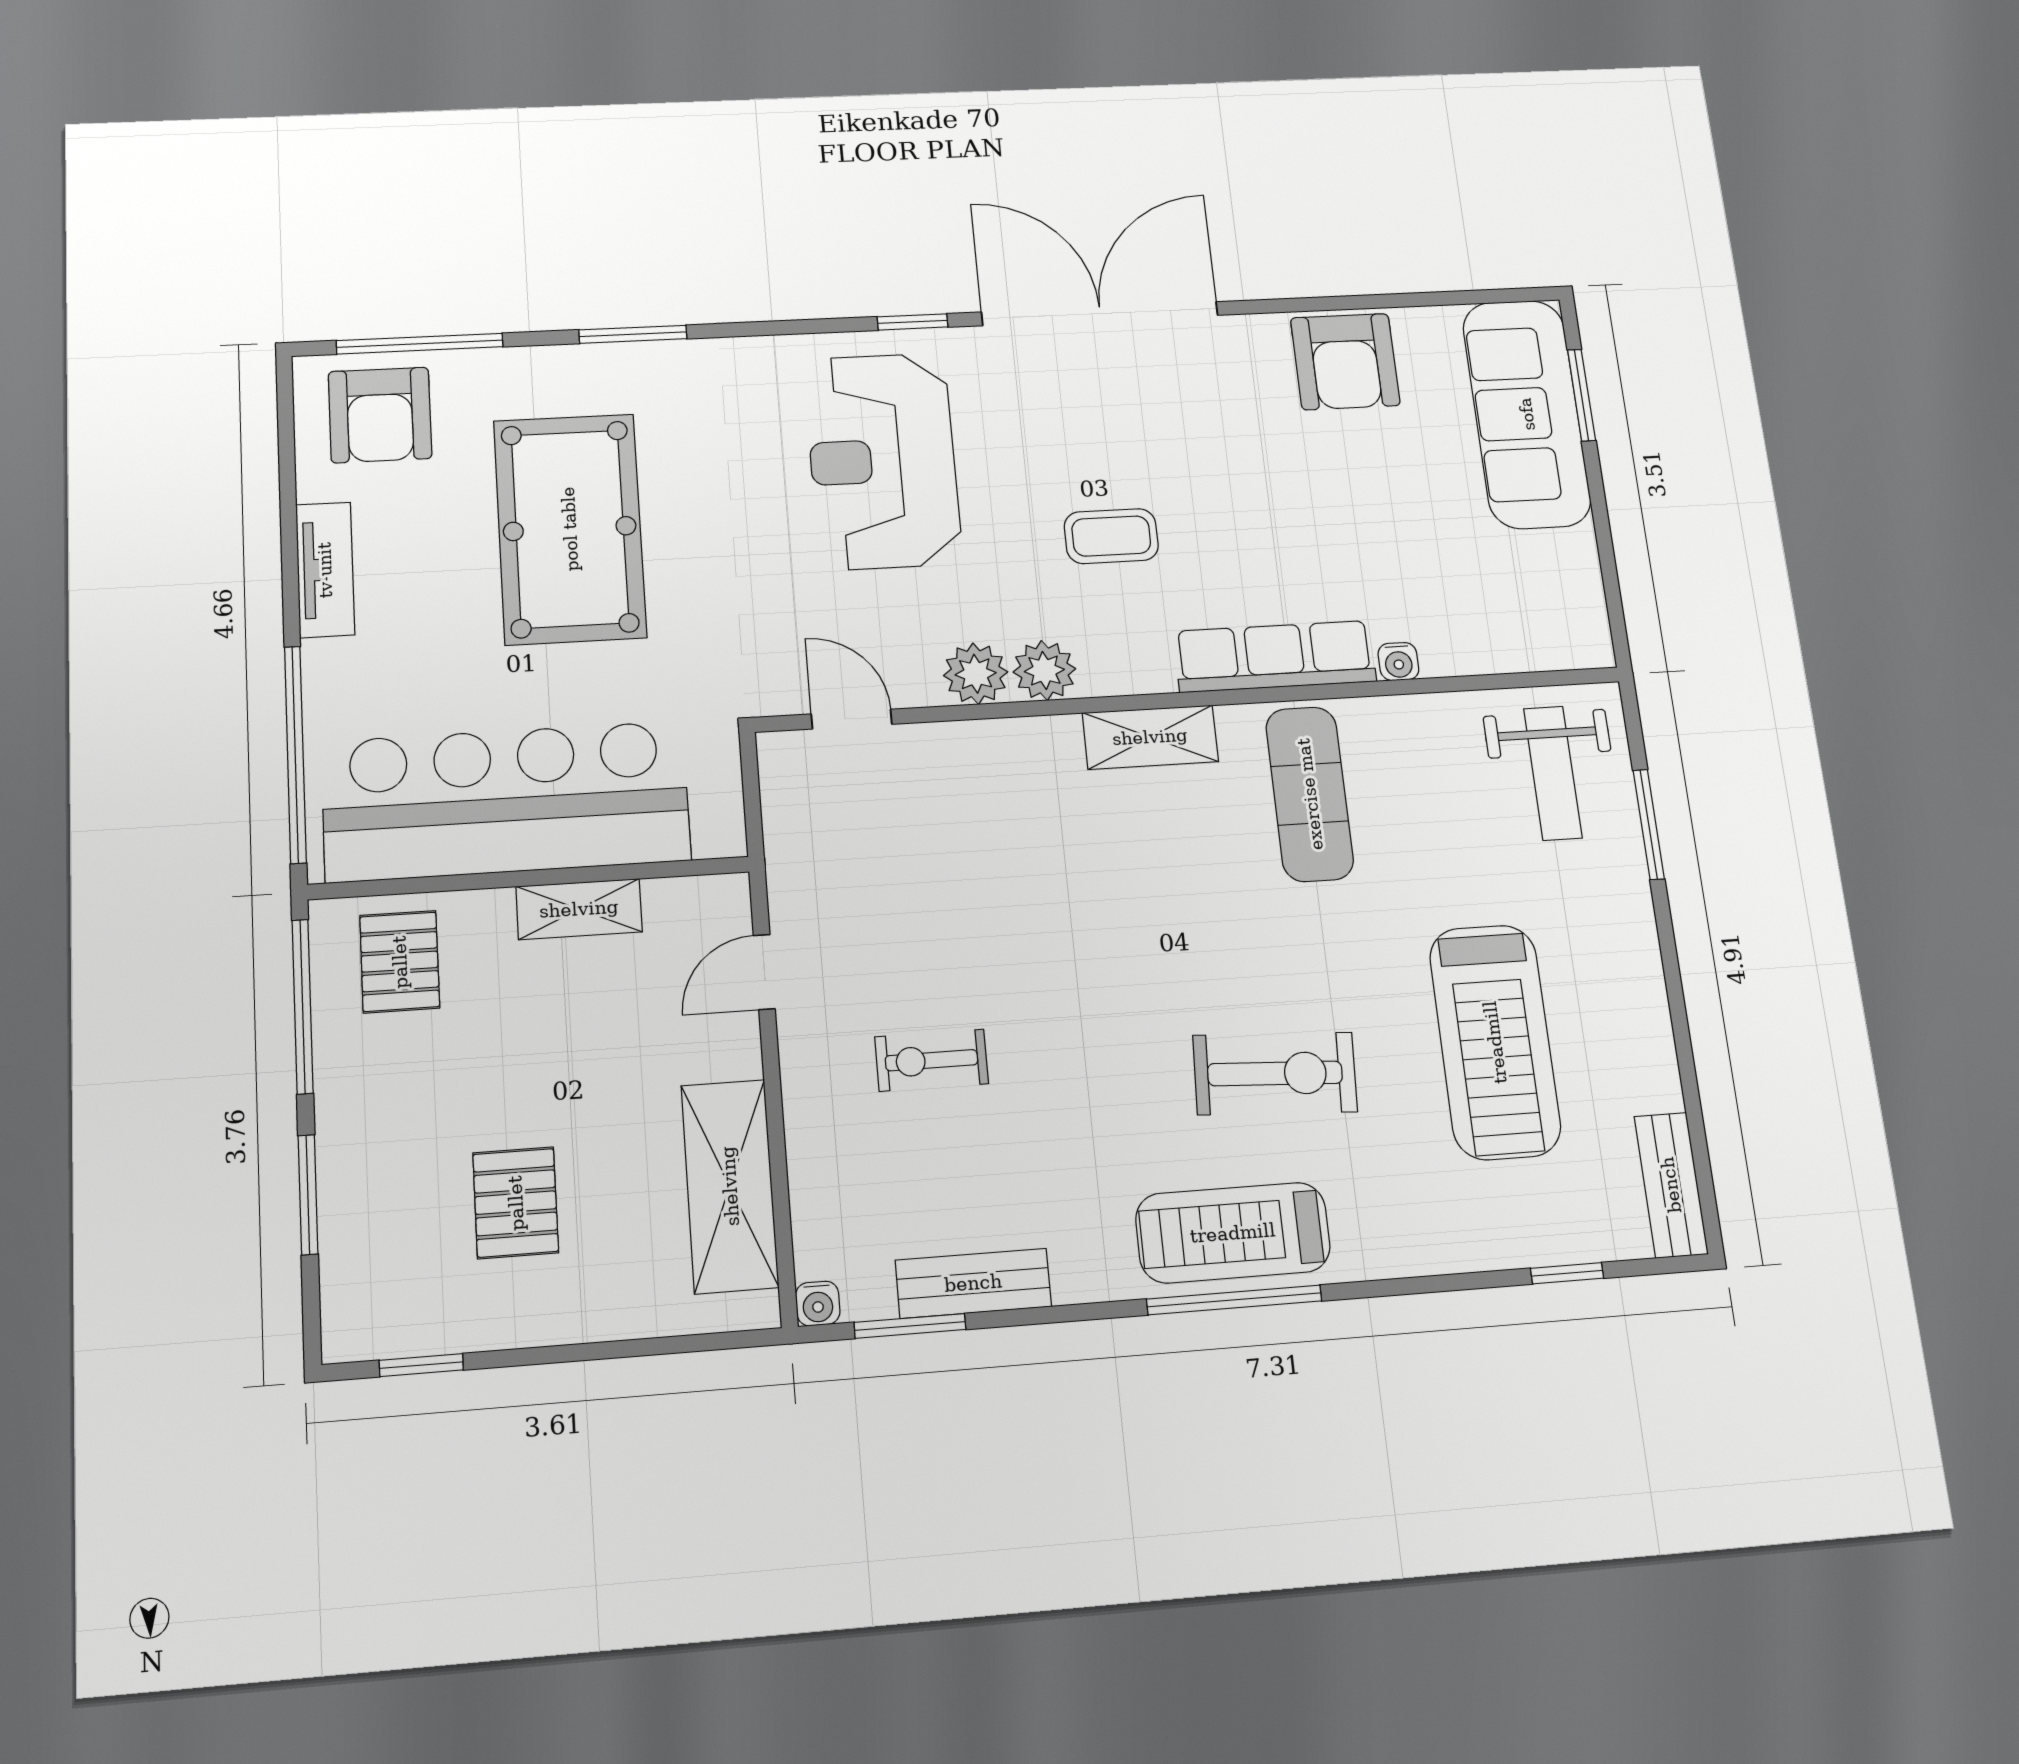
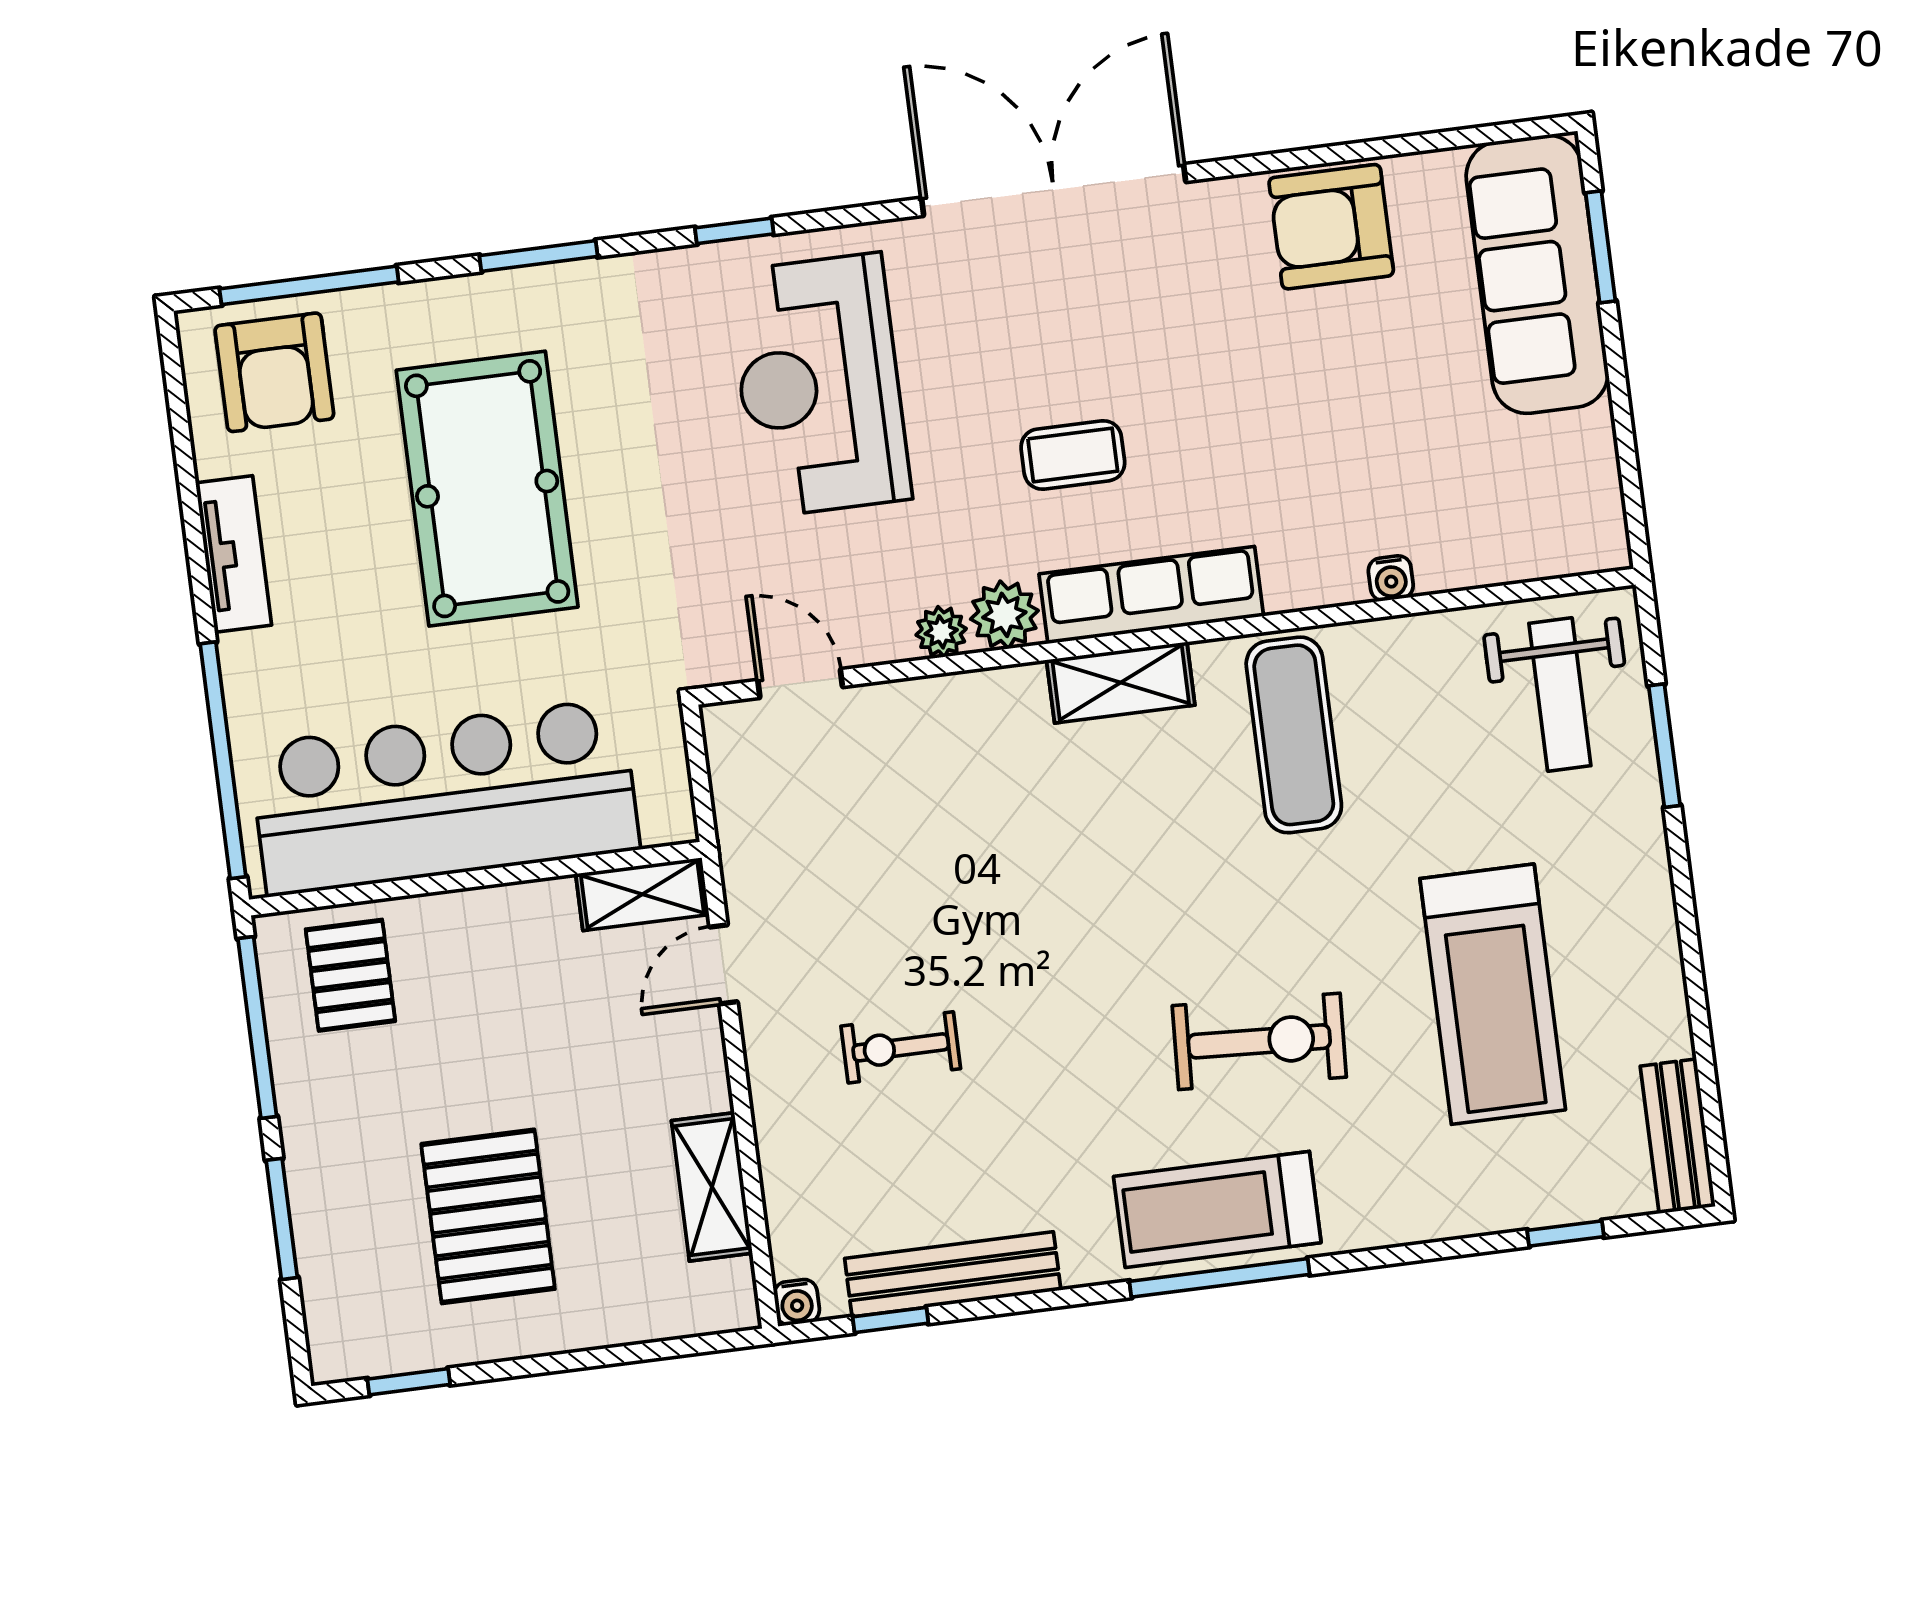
window: (913, 322) -> (734, 231), moved
armchair: (1345, 362) -> (1331, 227), turned 90
row of seats: (1275, 656) -> (1151, 595), moved
plant: (976, 674) -> (941, 632), width x0.73, depth x0.73
shelving: (579, 909) -> (642, 894), moved
shelving: (730, 1186) -> (712, 1187), width x0.67, depth x0.75
pallet: (516, 1203) -> (488, 1216), width x1.50, depth x1.42
bench: (973, 1283) -> (953, 1274), width x1.36
window: (910, 1326) -> (890, 1320), width x0.67

